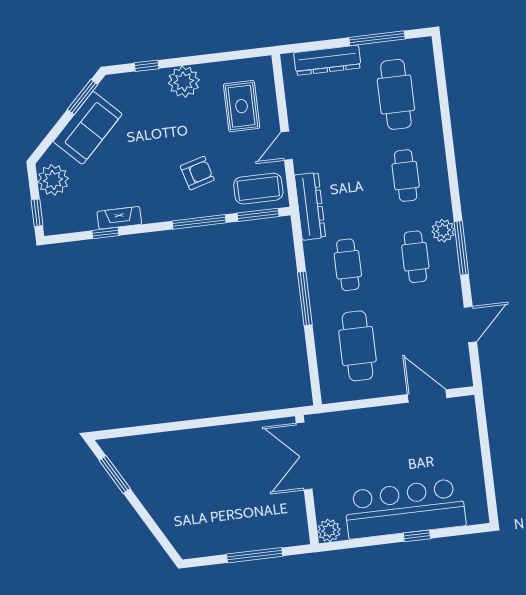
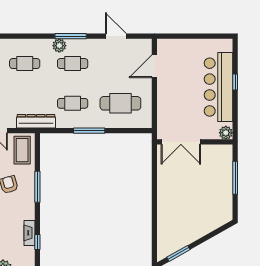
window: (258, 215) -> (37, 152), removed

